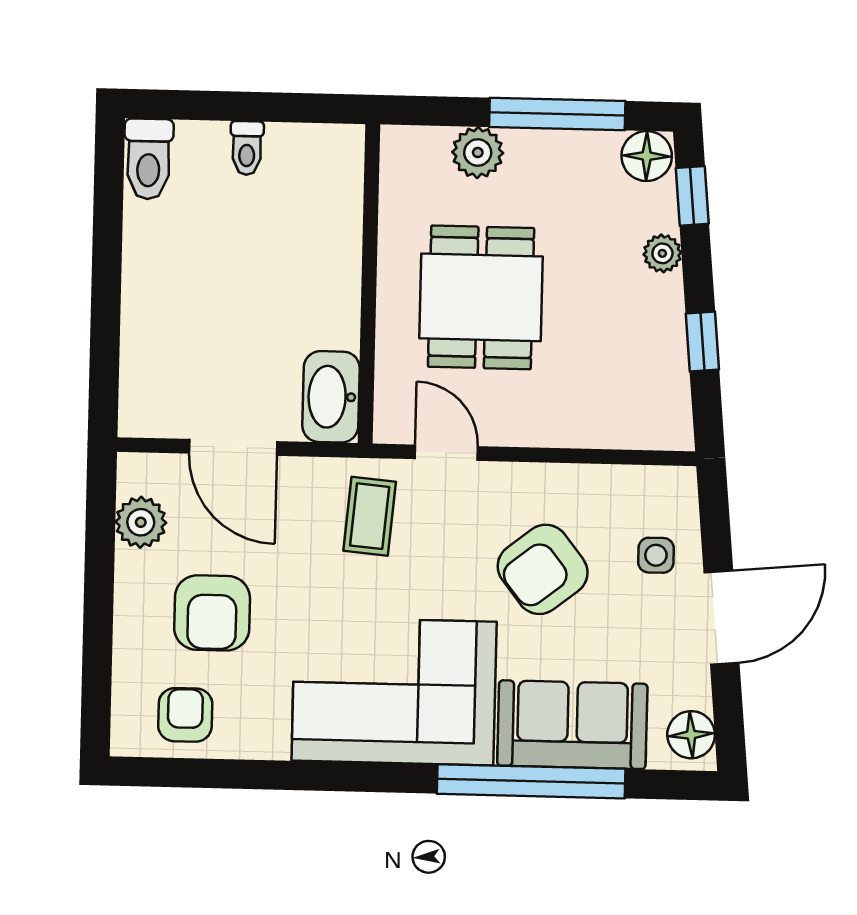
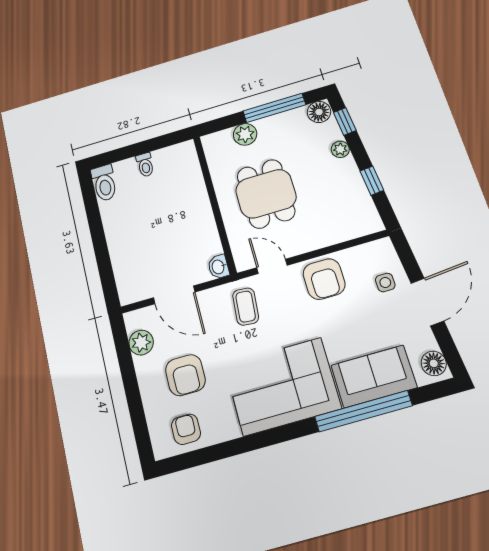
washbasin: (331, 397) -> (218, 267), width x0.52, depth x0.69
armchair: (543, 569) -> (324, 279), moved, turned -52

